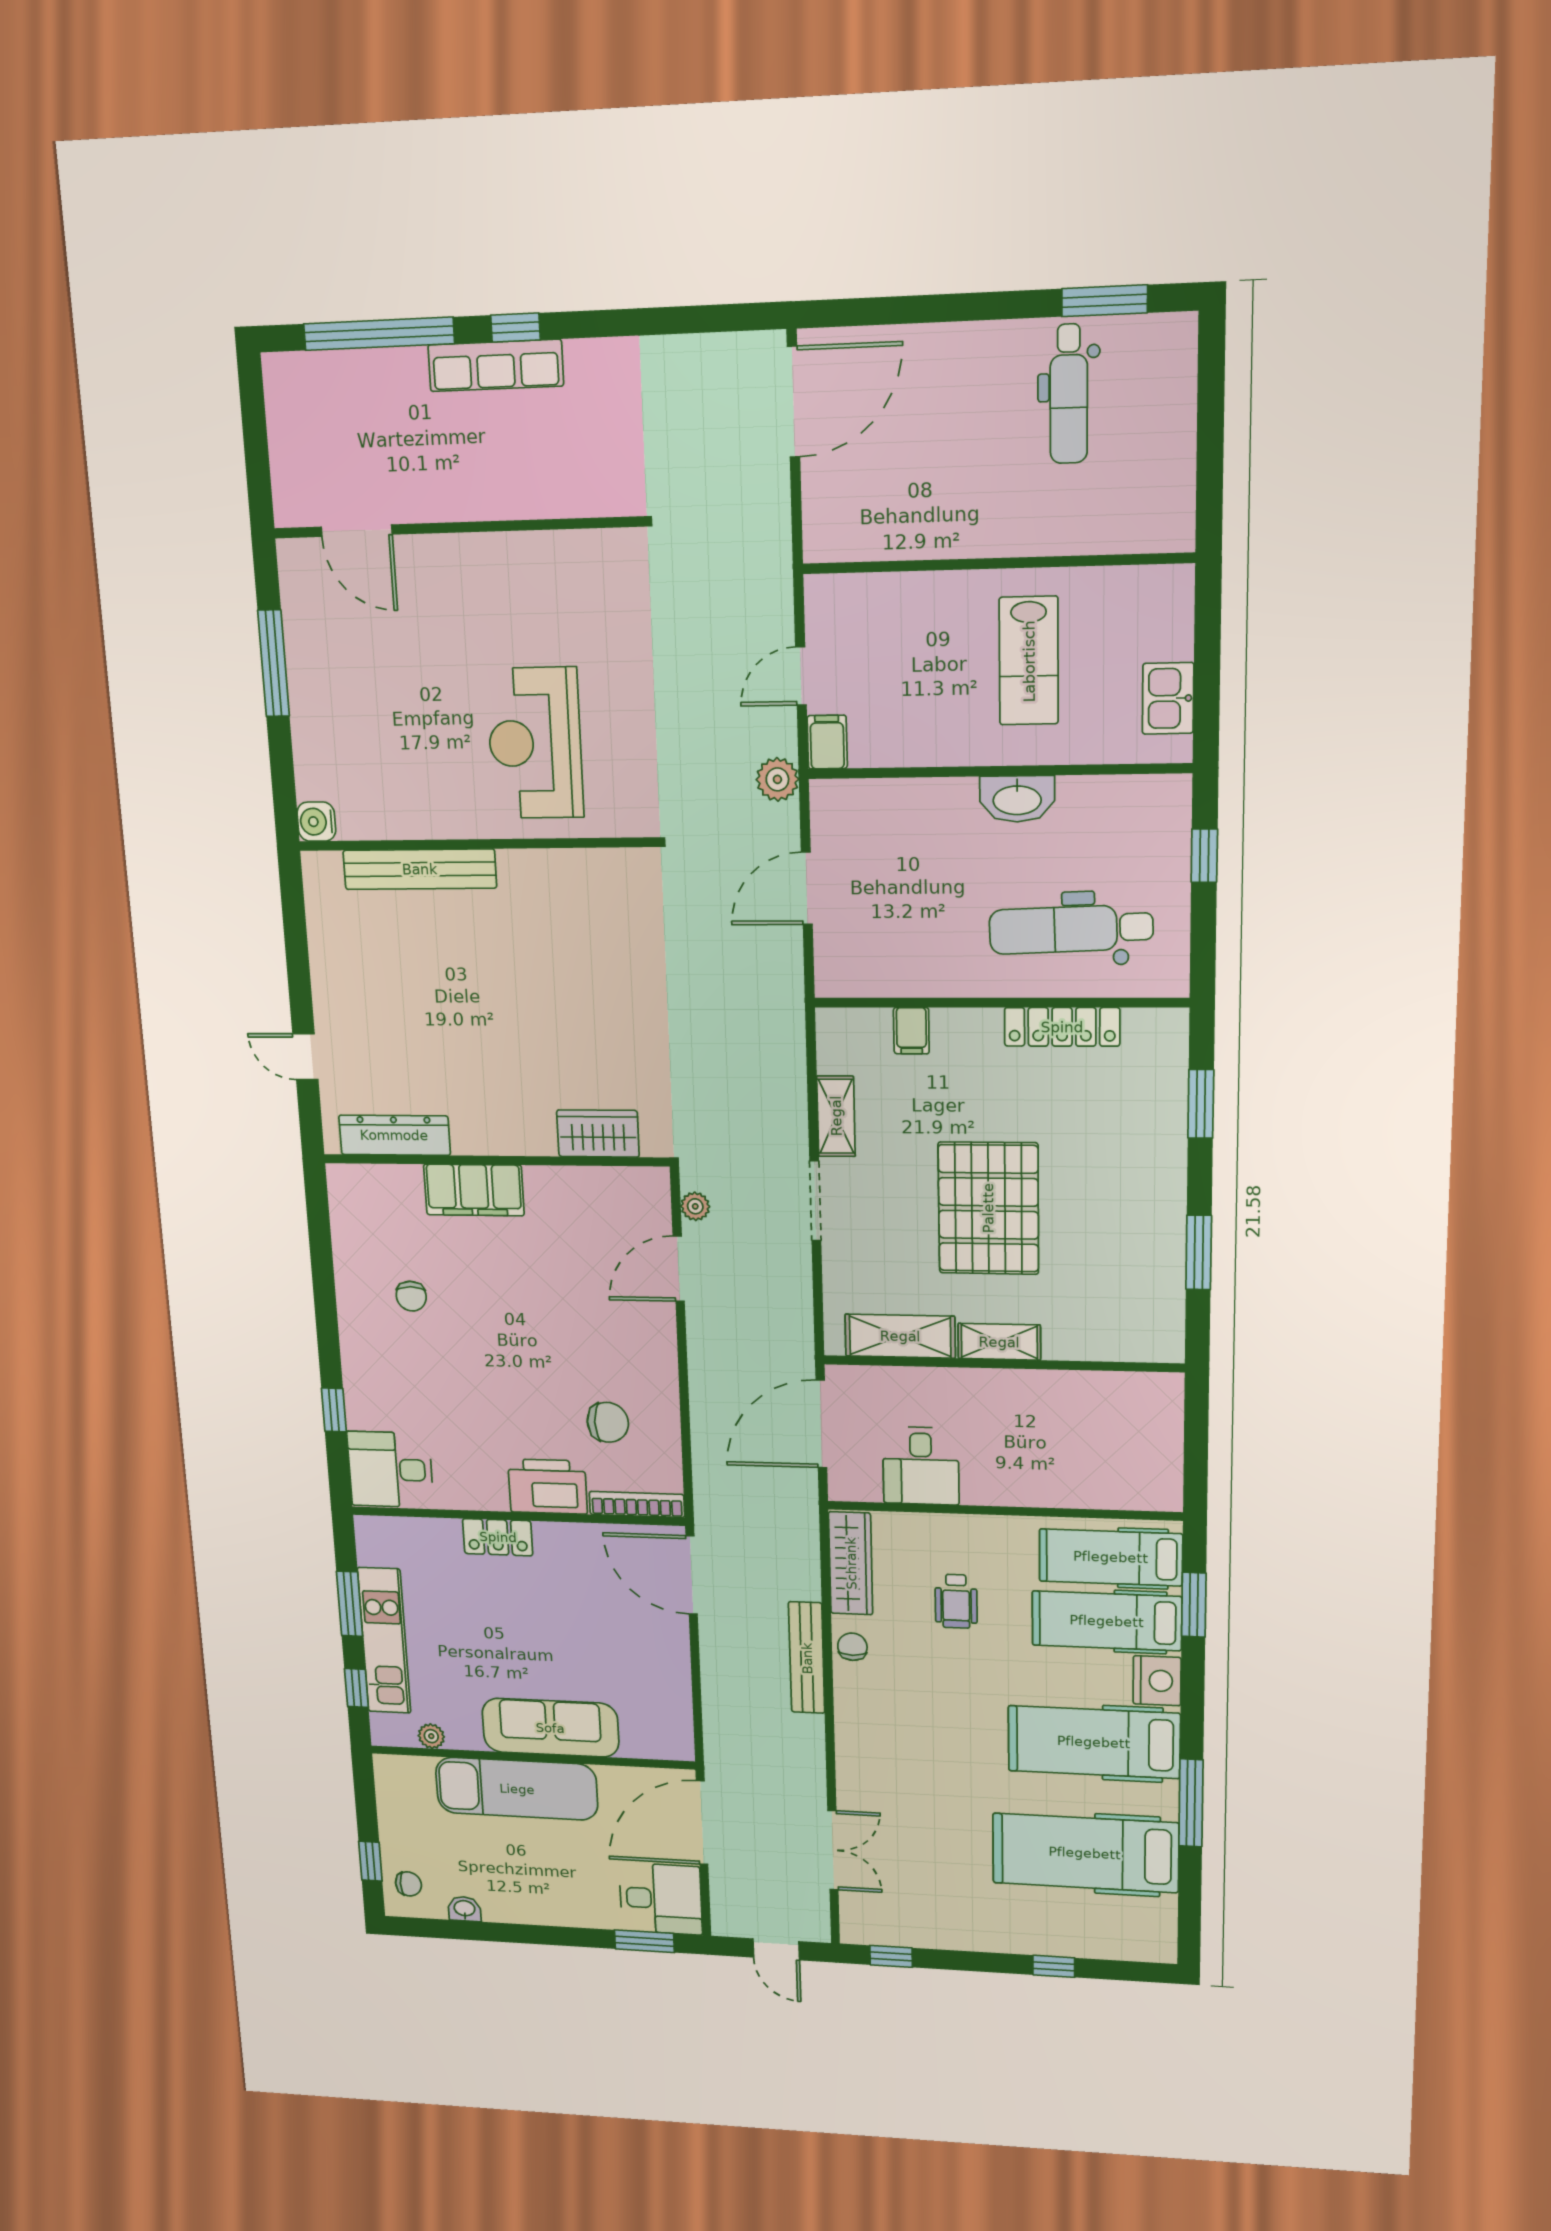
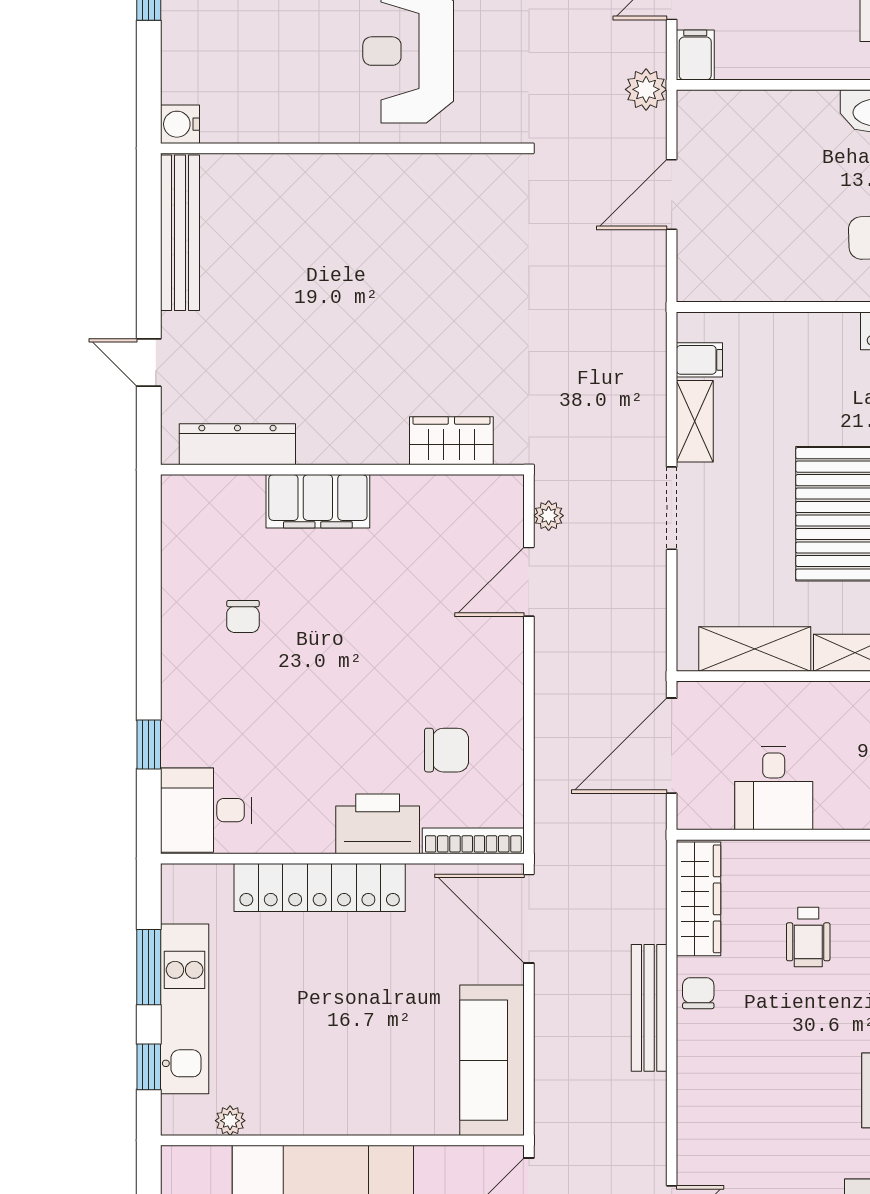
bench: (420, 869) -> (180, 233), moved, turned 90
filing cabinet: (911, 1031) -> (699, 360), moved, turned -90
locker: (498, 1537) -> (320, 888), width x2.16, depth x1.21
sofa: (550, 1728) -> (492, 1060), moved, turned -90

